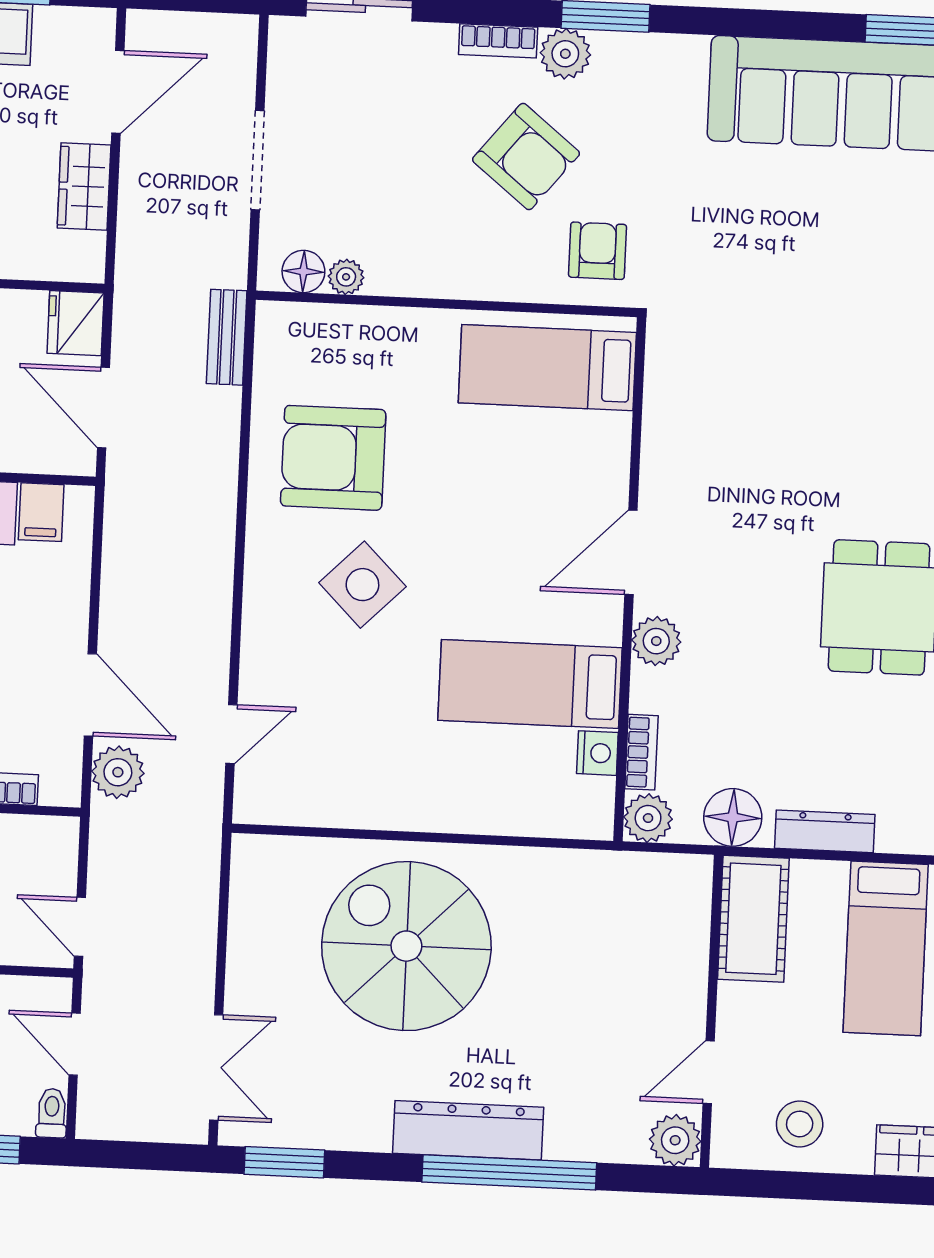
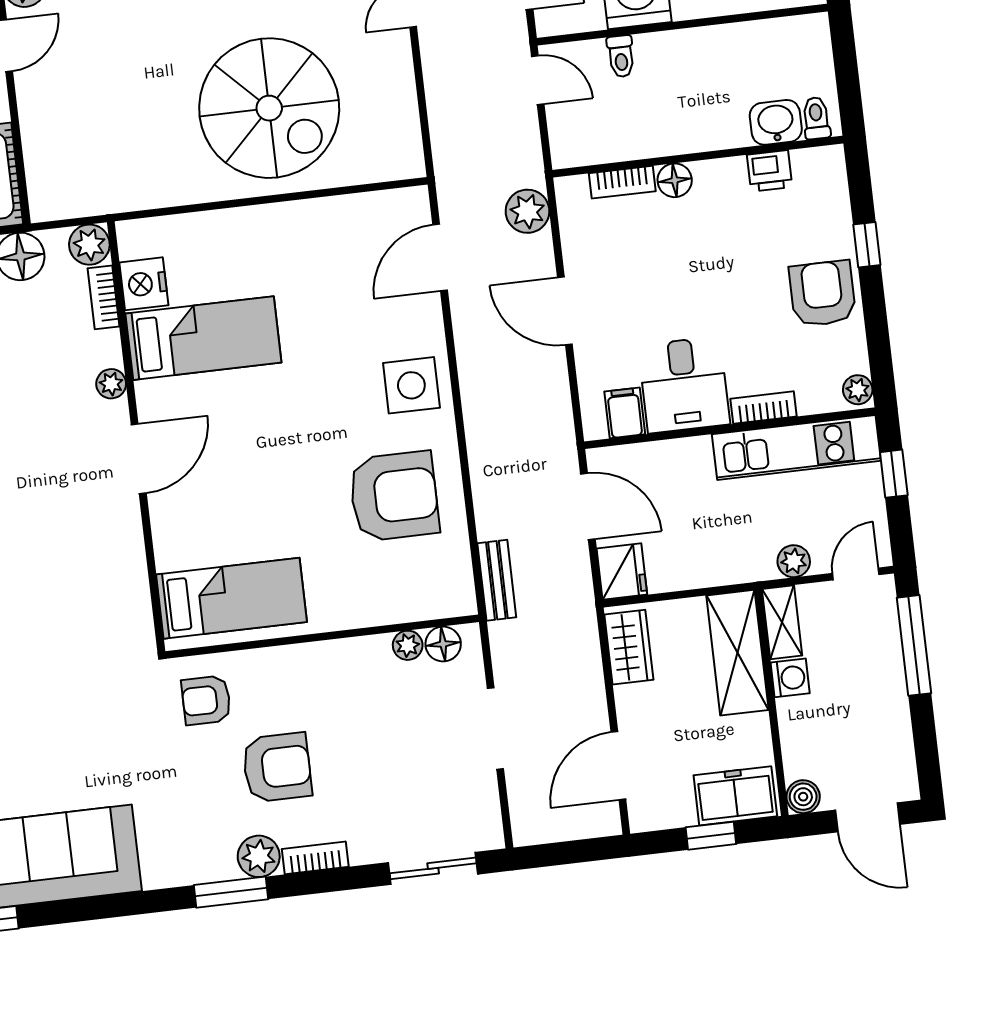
armchair: (526, 157) -> (277, 767), turned 141
wardrobe: (84, 187) -> (629, 647), moved
armchair: (597, 251) -> (206, 700), turned 90
side table: (362, 585) -> (411, 385), moved, turned 45
plant: (656, 641) -> (111, 384), width x0.73, depth x0.73
door: (90, 695) -> (565, 311), moved
door: (231, 734) -> (440, 258), width x1.38
nightstand: (597, 753) -> (144, 284), width x1.36, depth x1.33

